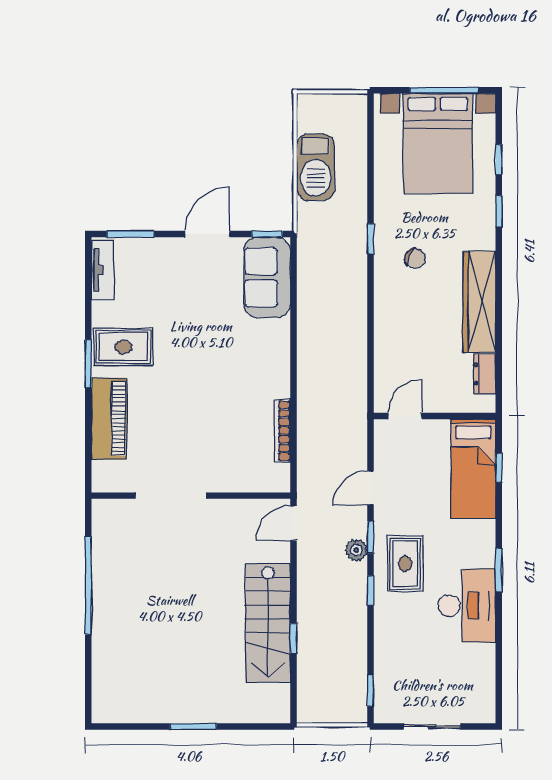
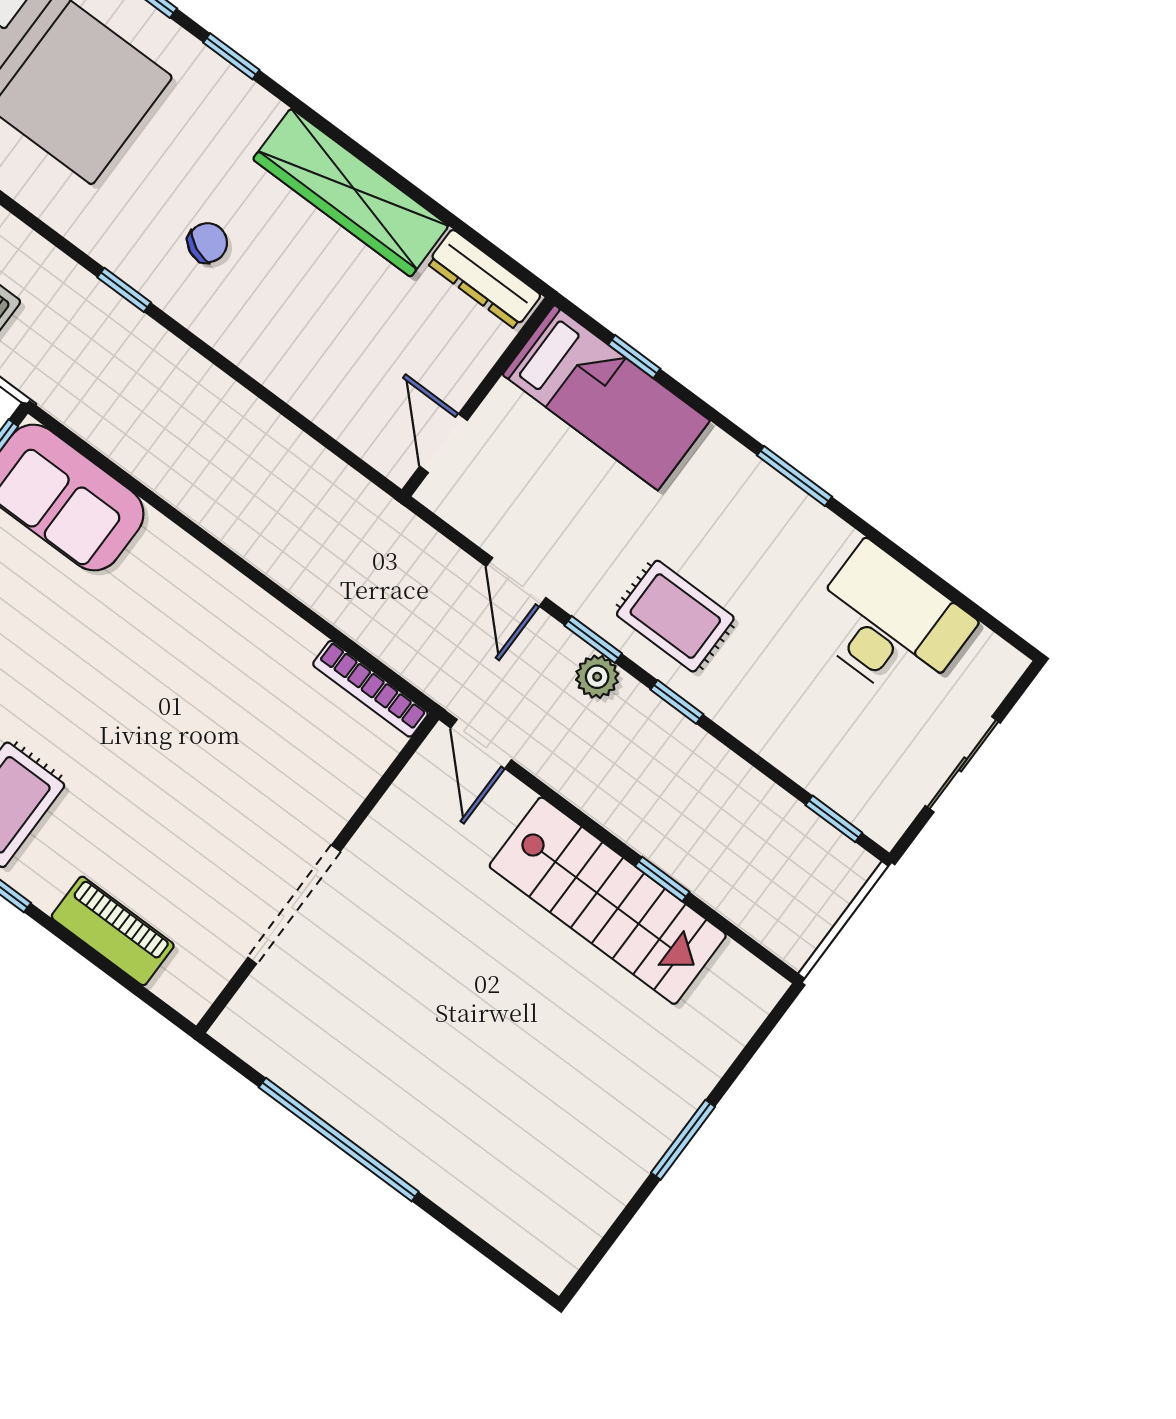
dresser: (485, 374) -> (484, 279), width x1.44
piano: (109, 419) -> (113, 931), width x0.73, depth x0.75
bookcase: (282, 431) -> (370, 689), moved
desk: (467, 606) -> (889, 624), moved

